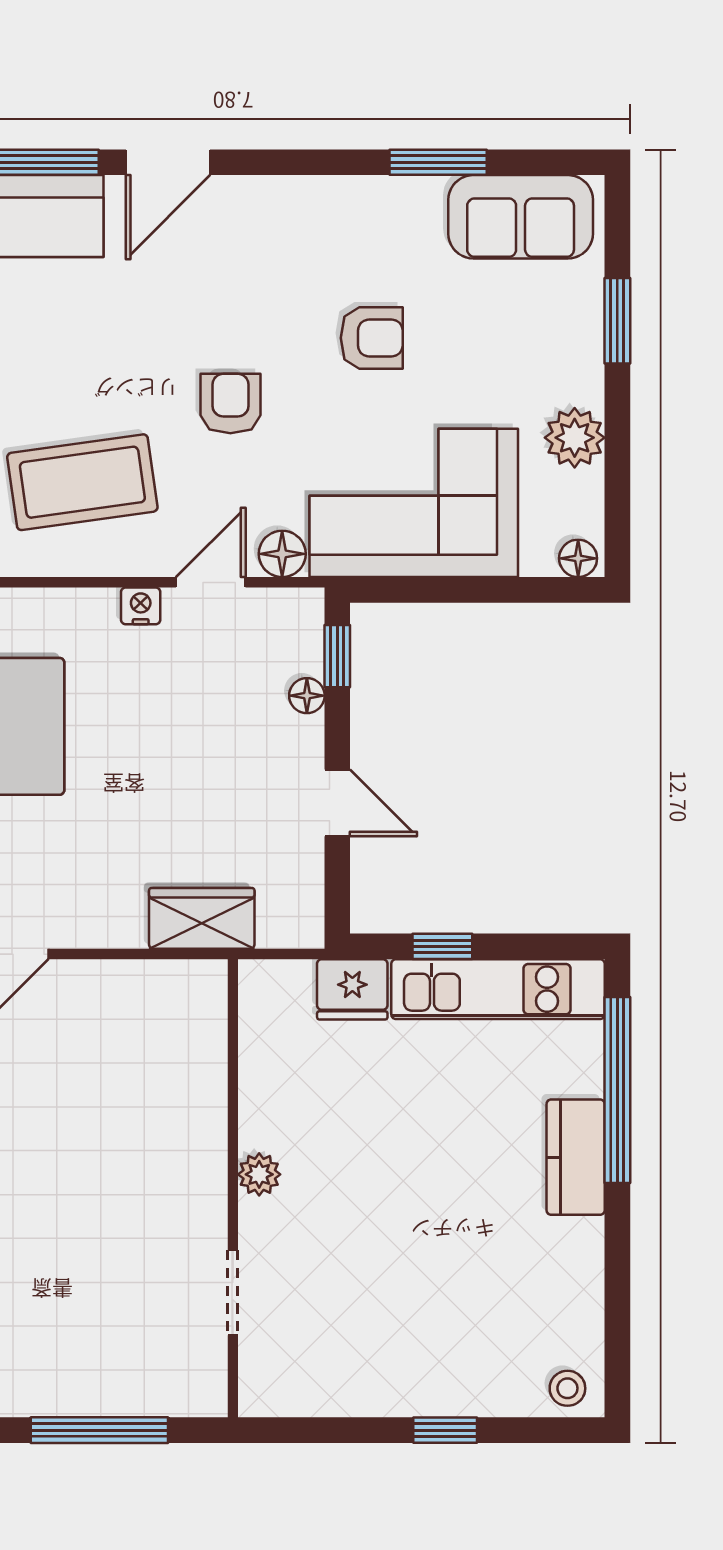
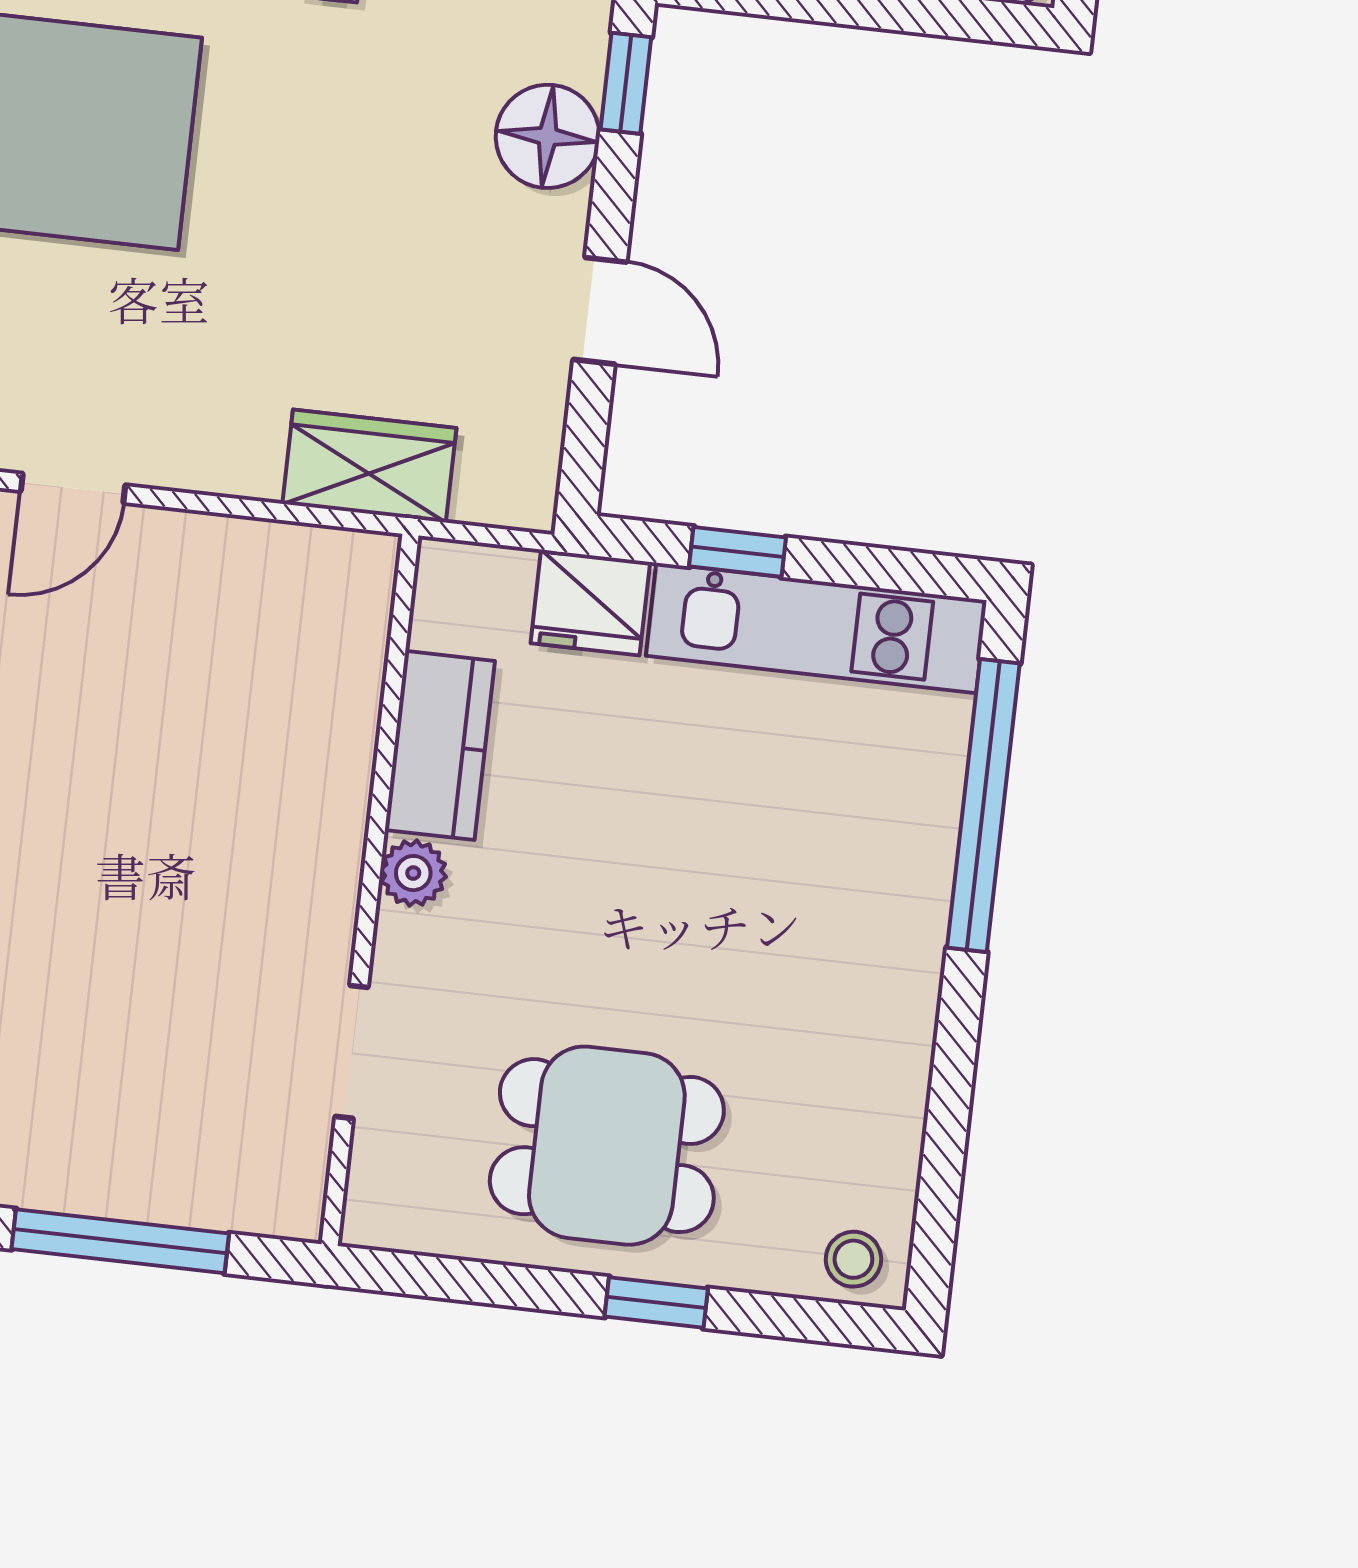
floor lamp: (307, 696) -> (548, 136), width x1.89, depth x1.89
kitchen counter: (576, 1157) -> (440, 745), moved, turned 180
dining table: (402, 1334) -> (607, 1146), added

